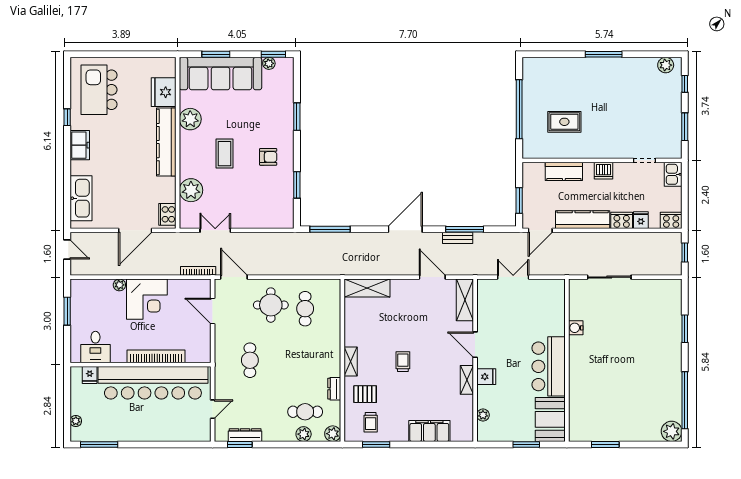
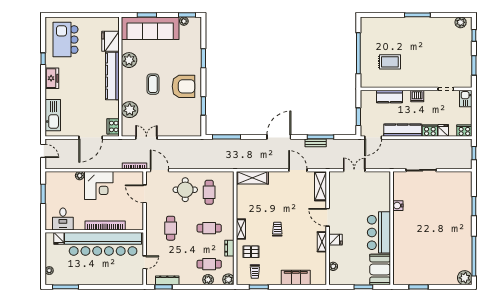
armchair: (268, 157) -> (183, 86), width x1.88, depth x1.88
cafe table: (305, 360) -> (209, 228), added

